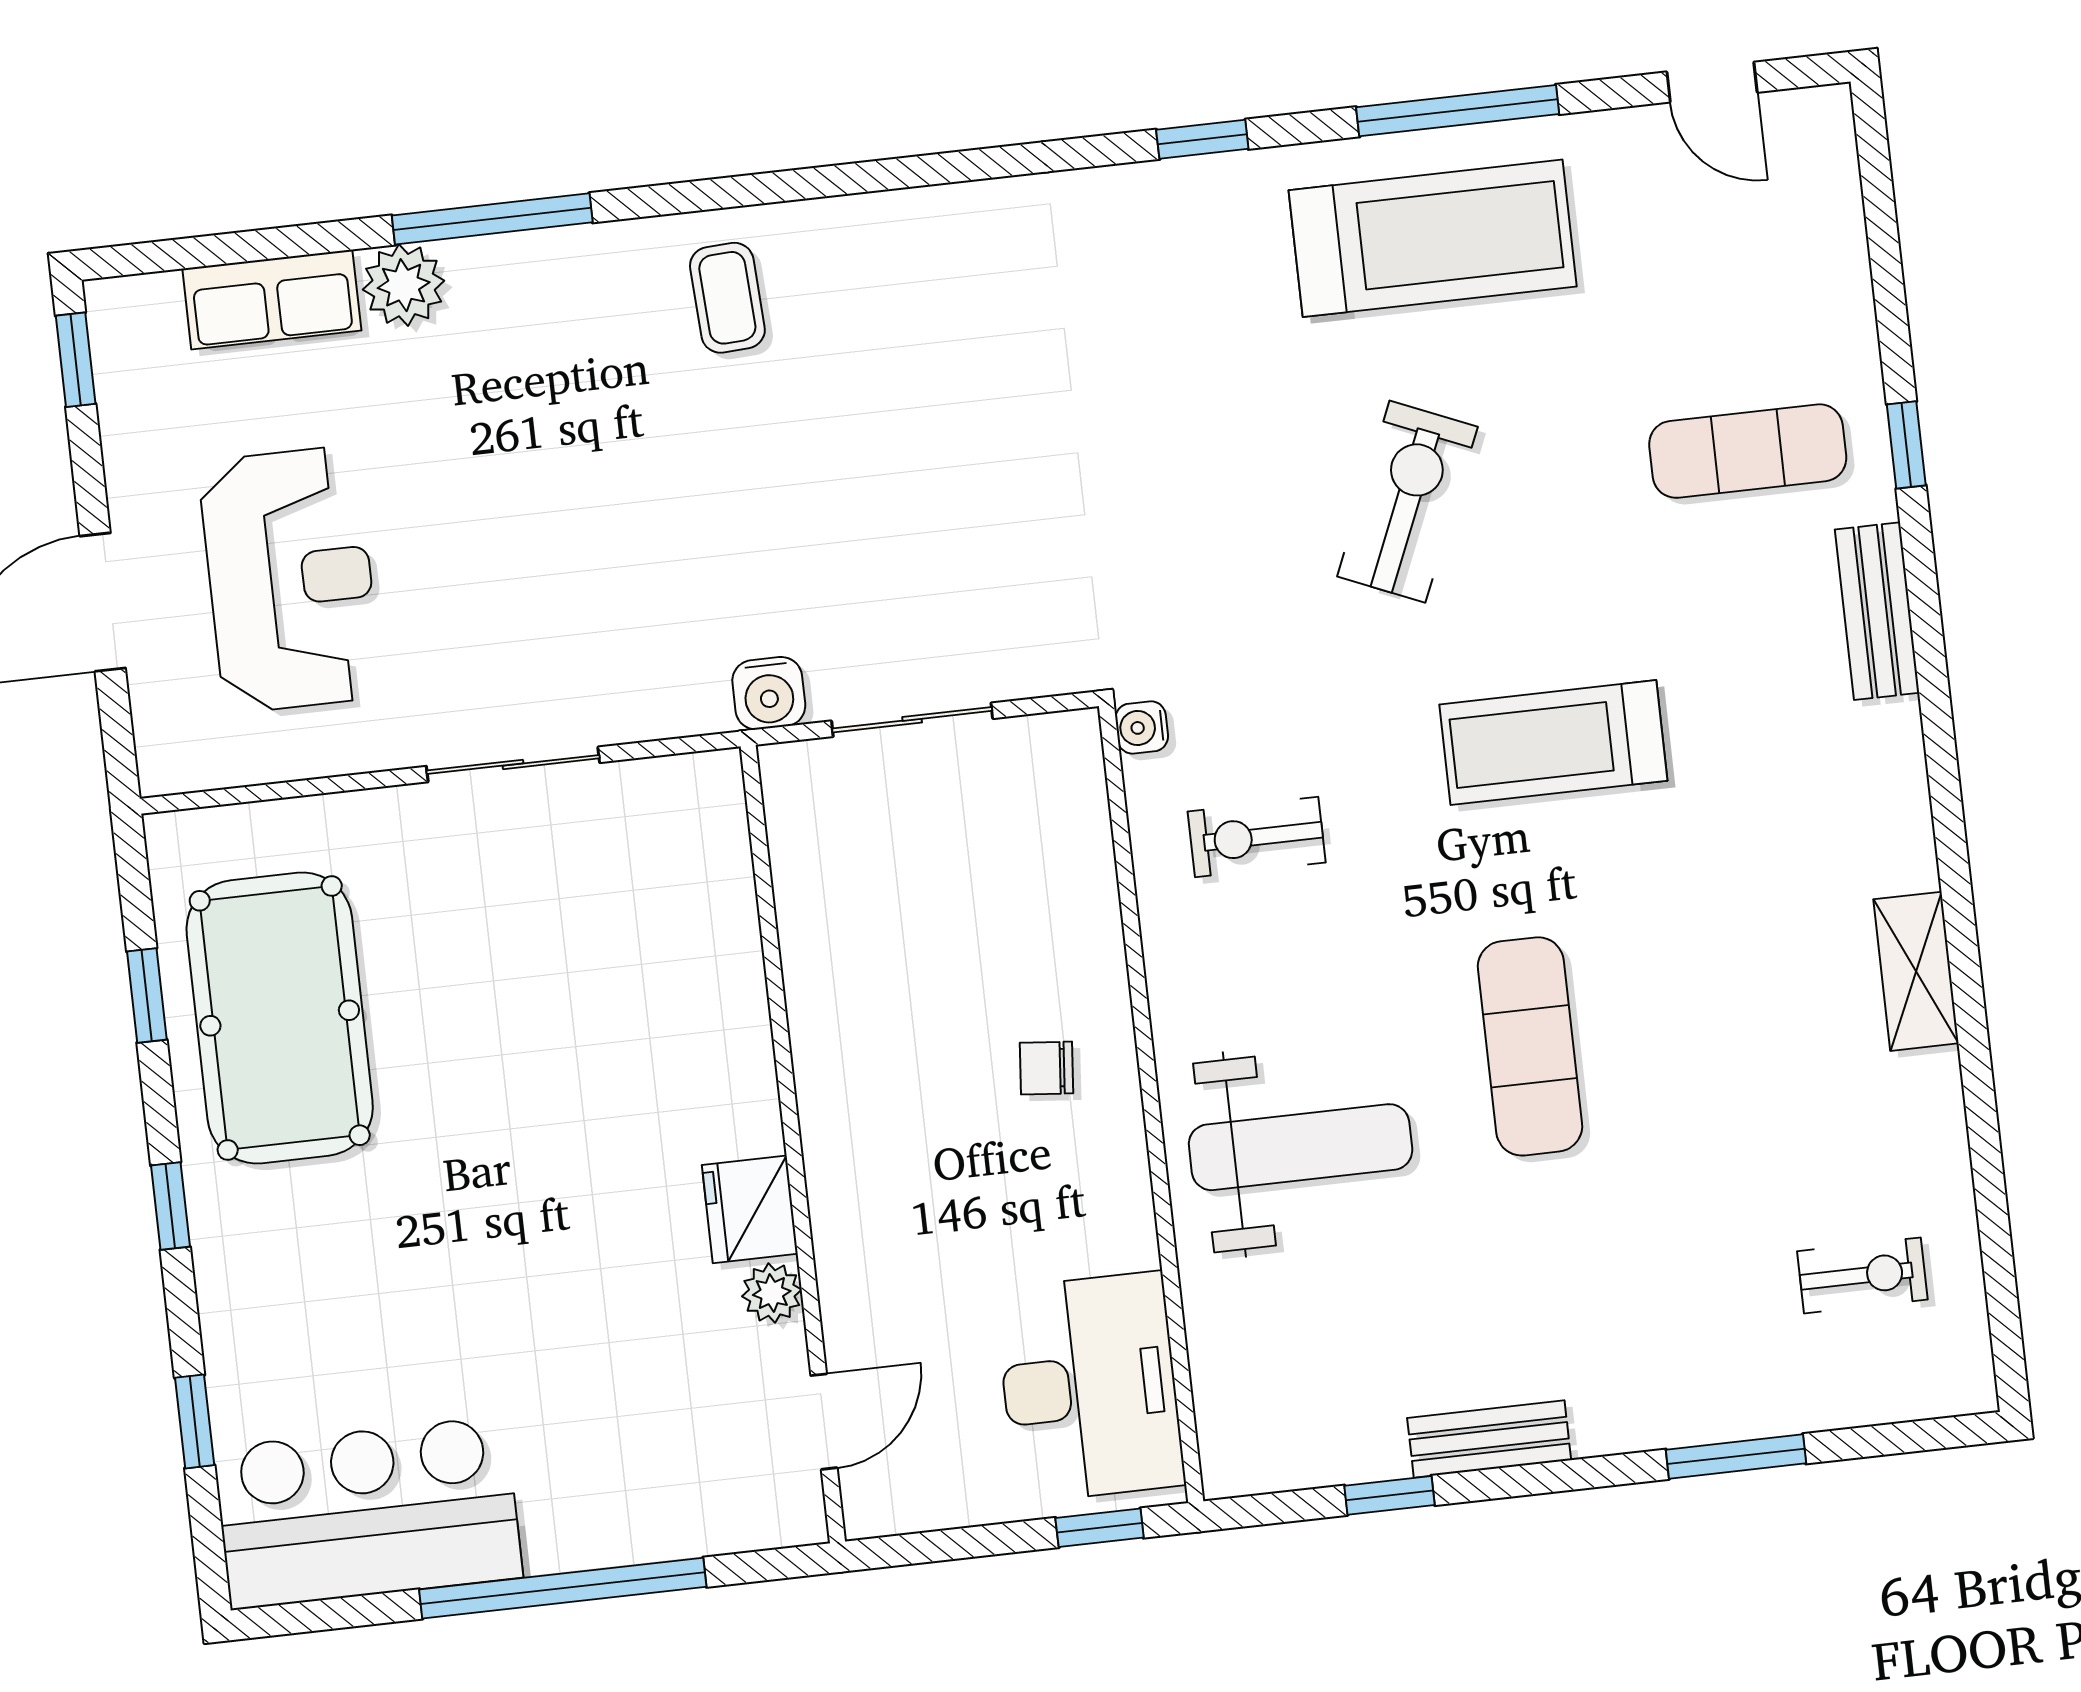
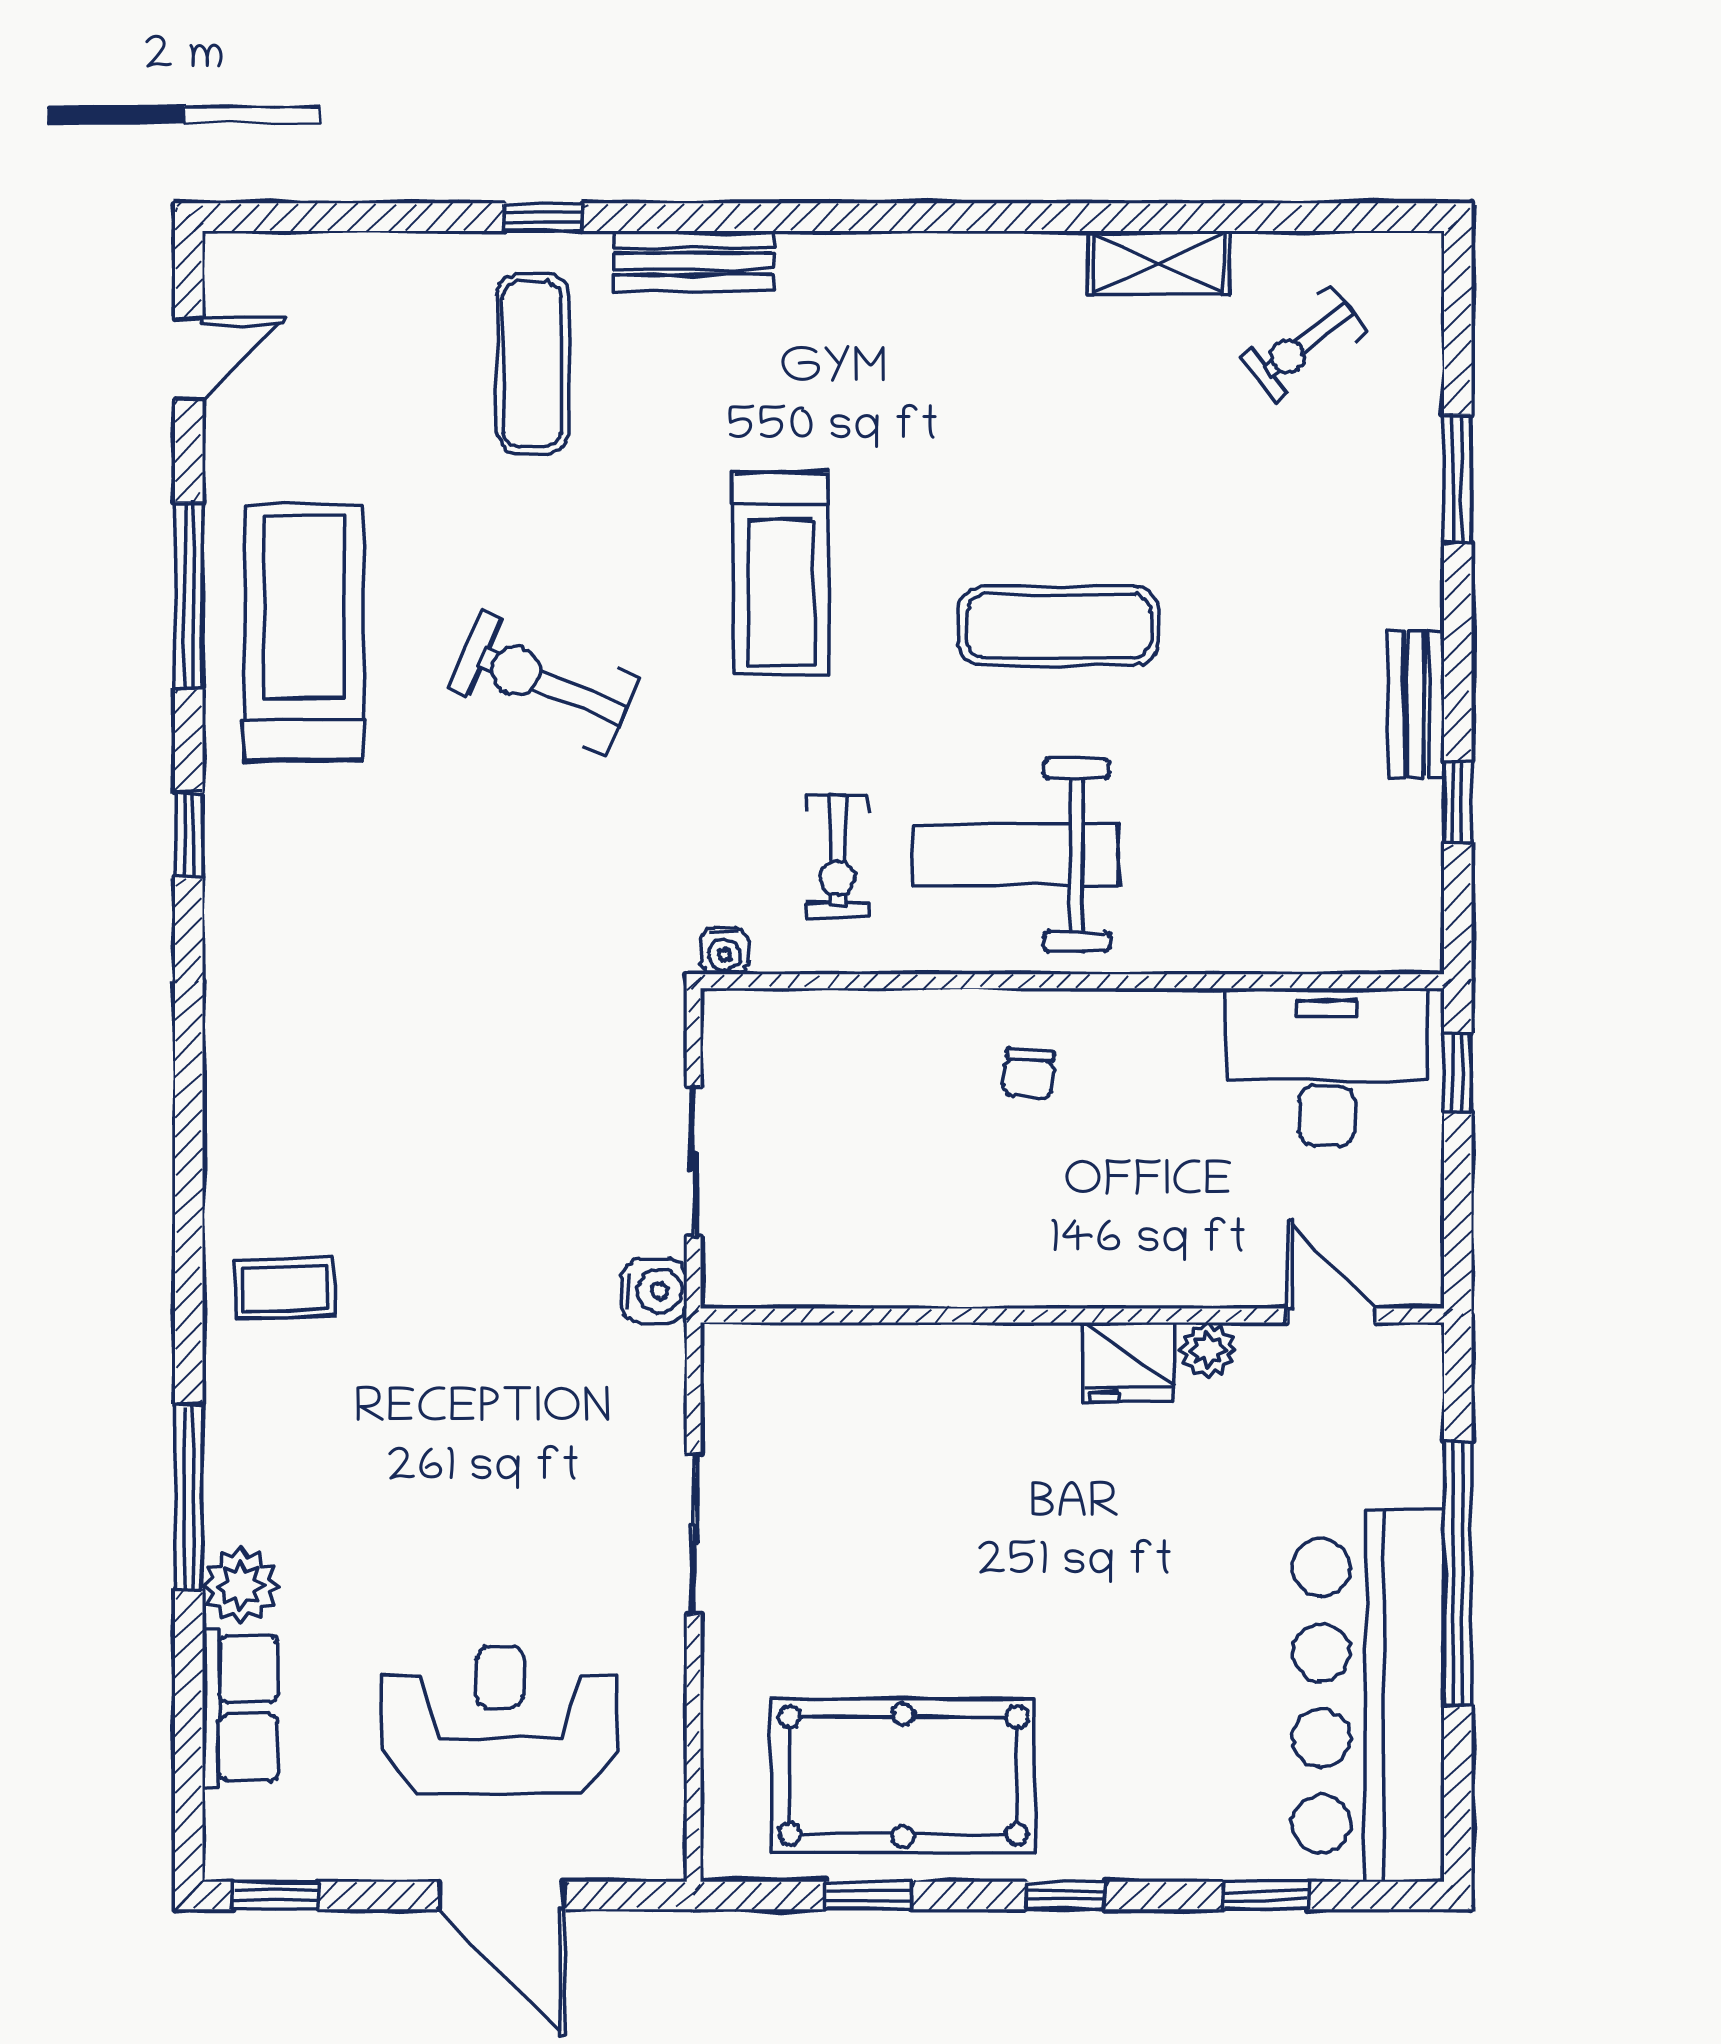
shelving: (1916, 971) -> (1158, 263), moved
weight bench: (1301, 1147) -> (1015, 855), moved, turned -90
exercise bike: (1862, 1275) -> (1304, 344), turned -128
bar counter: (368, 1513) -> (1368, 1695), width x1.36

